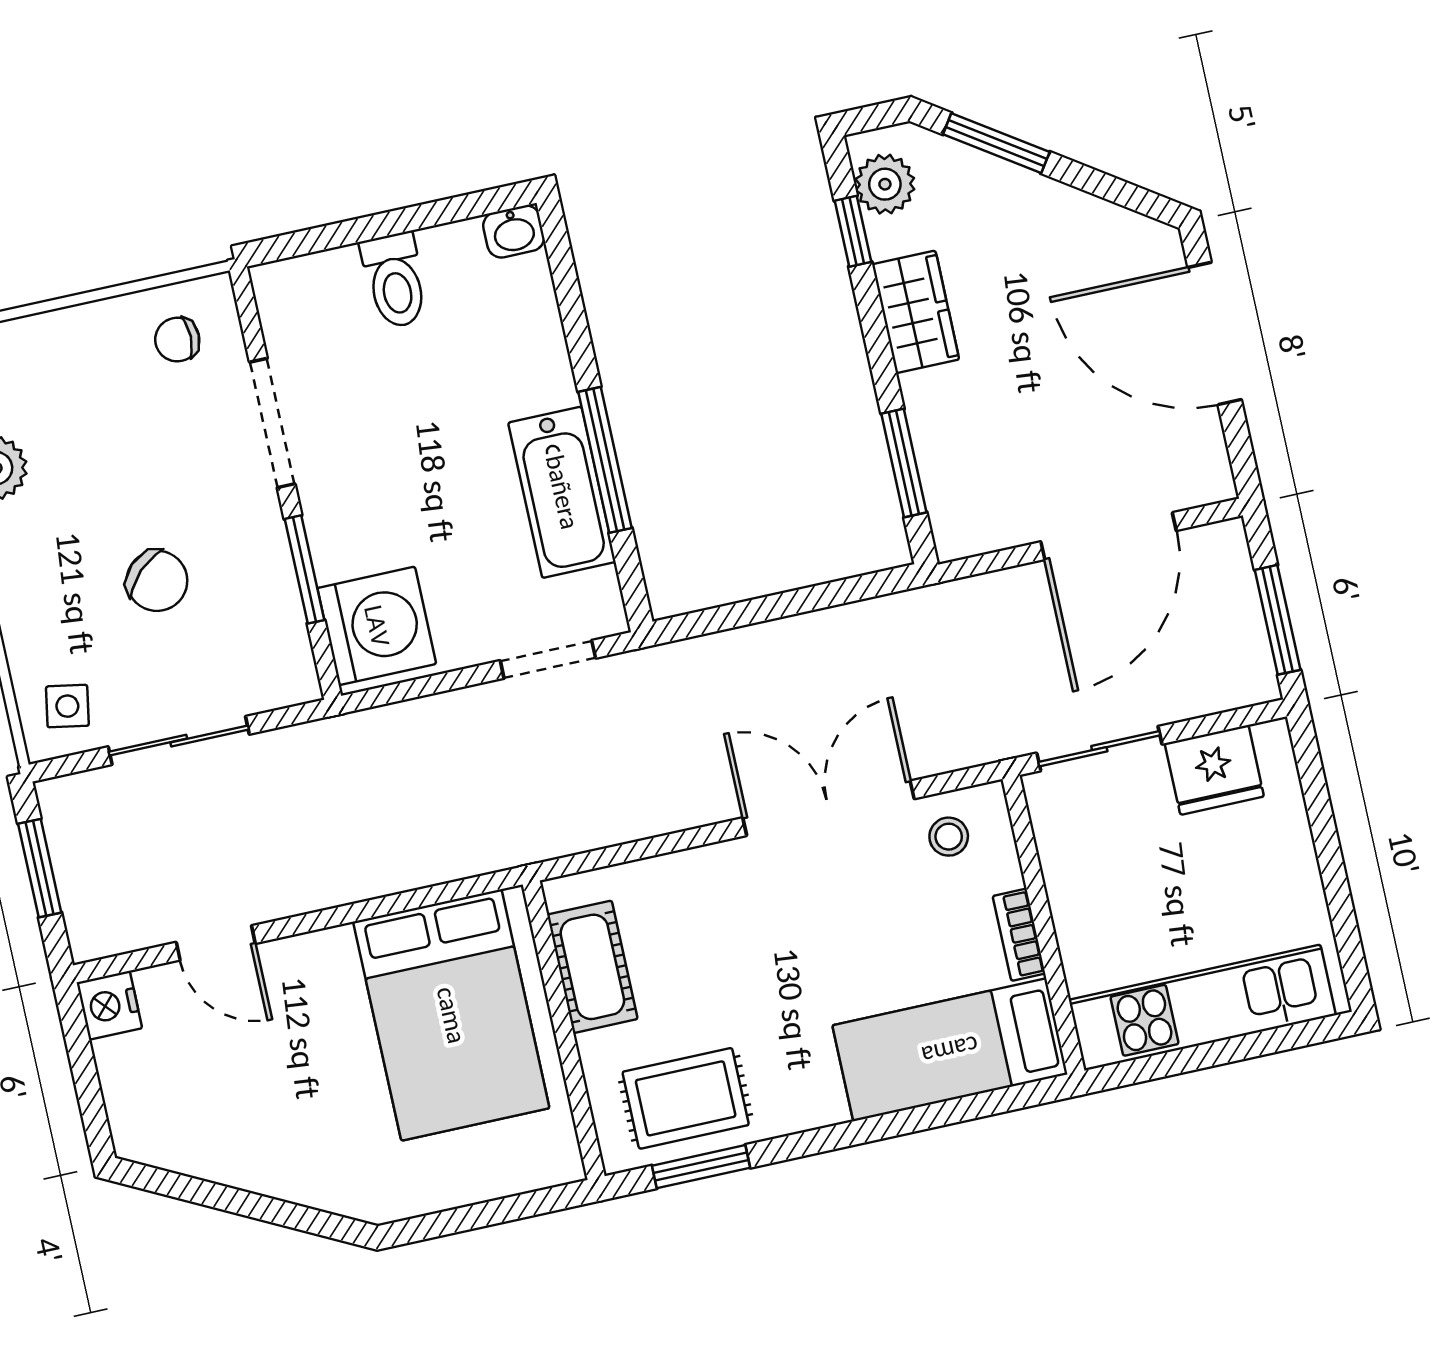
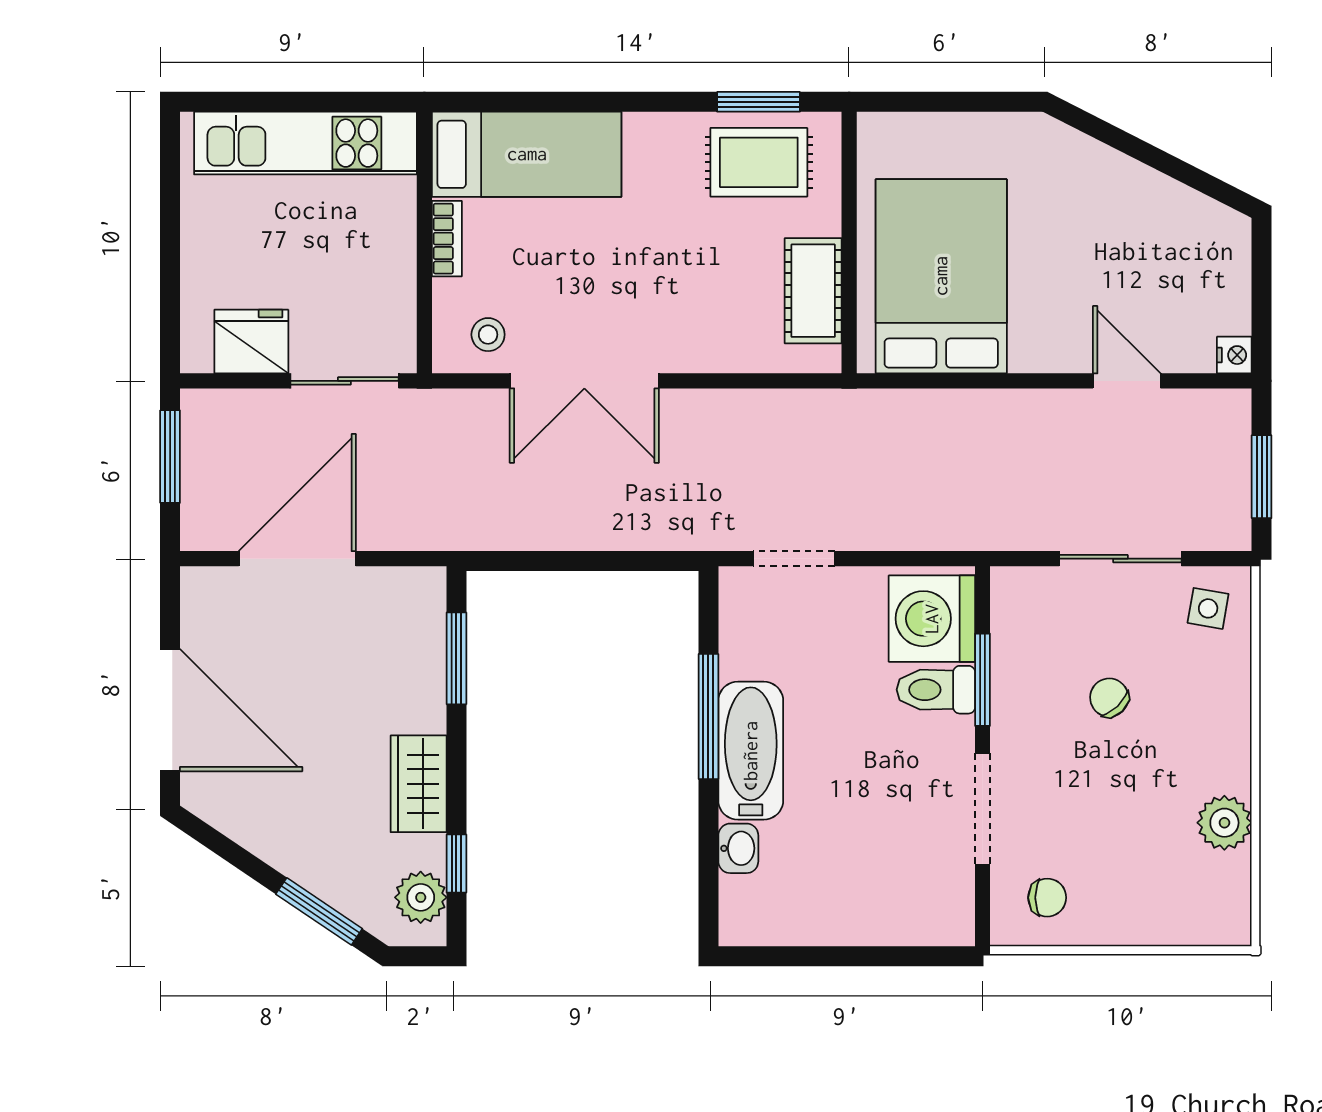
washbasin: (514, 232) -> (738, 848), moved, turned 90
toilet: (395, 280) -> (936, 690), moved, turned -90
bathtub: (562, 492) -> (751, 751), moved
chair: (157, 581) -> (1109, 698), width x0.73, depth x0.73
nightstand: (109, 1005) -> (1234, 355), width x0.72, depth x0.74

